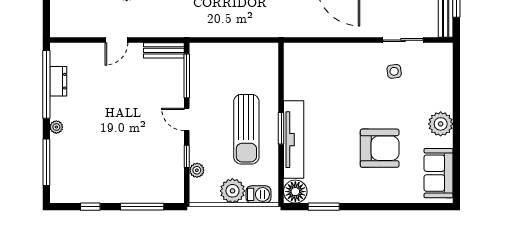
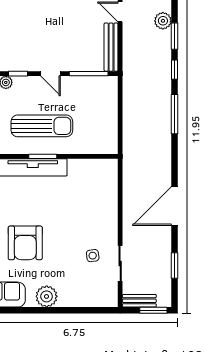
bench: (164, 50) -> (111, 47), width x1.36
door: (187, 119) -> (50, 74), swing flipped
sun lounger: (246, 129) -> (42, 126), turned 180

